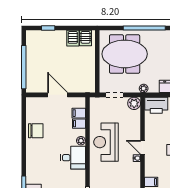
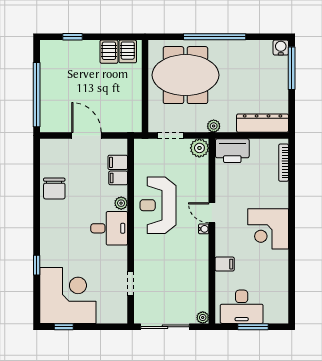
chair: (36, 131) -> (54, 188), turned 90

